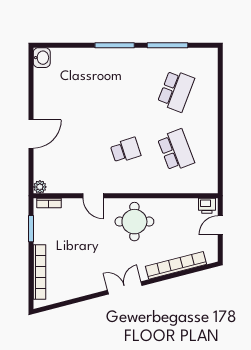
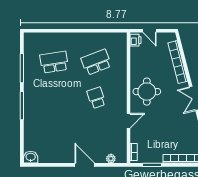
school desk: (176, 91) -> (54, 62), turned -30
plant: (40, 187) -> (111, 159), moved

